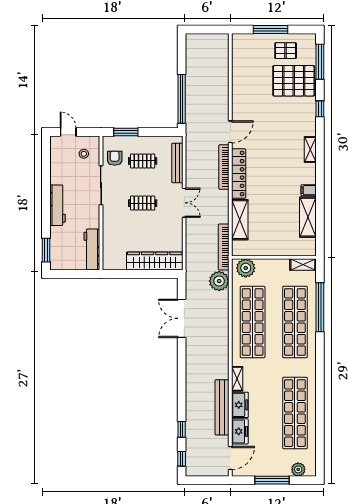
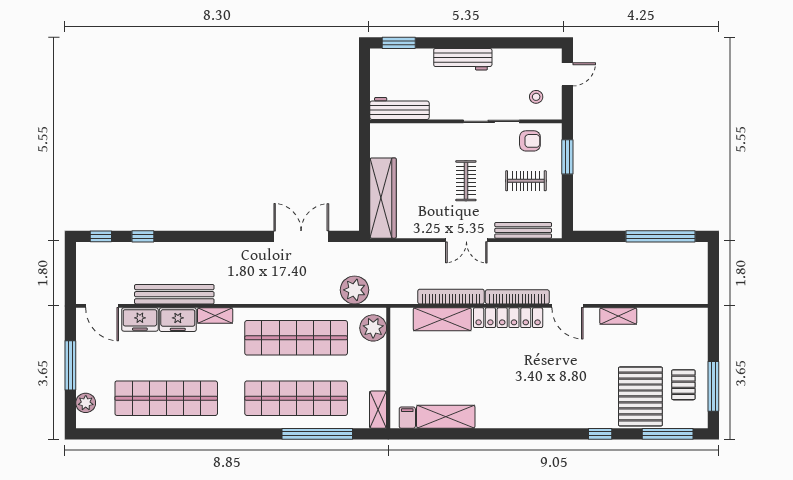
window: (270, 30) -> (713, 386), moved
window: (182, 99) -> (660, 236), moved
shelving: (310, 149) -> (618, 316), moved
clothes rail: (143, 161) -> (526, 181), turned 90
filing cabinet: (309, 190) -> (407, 418), moved
bookcase: (224, 247) -> (451, 297), moved

